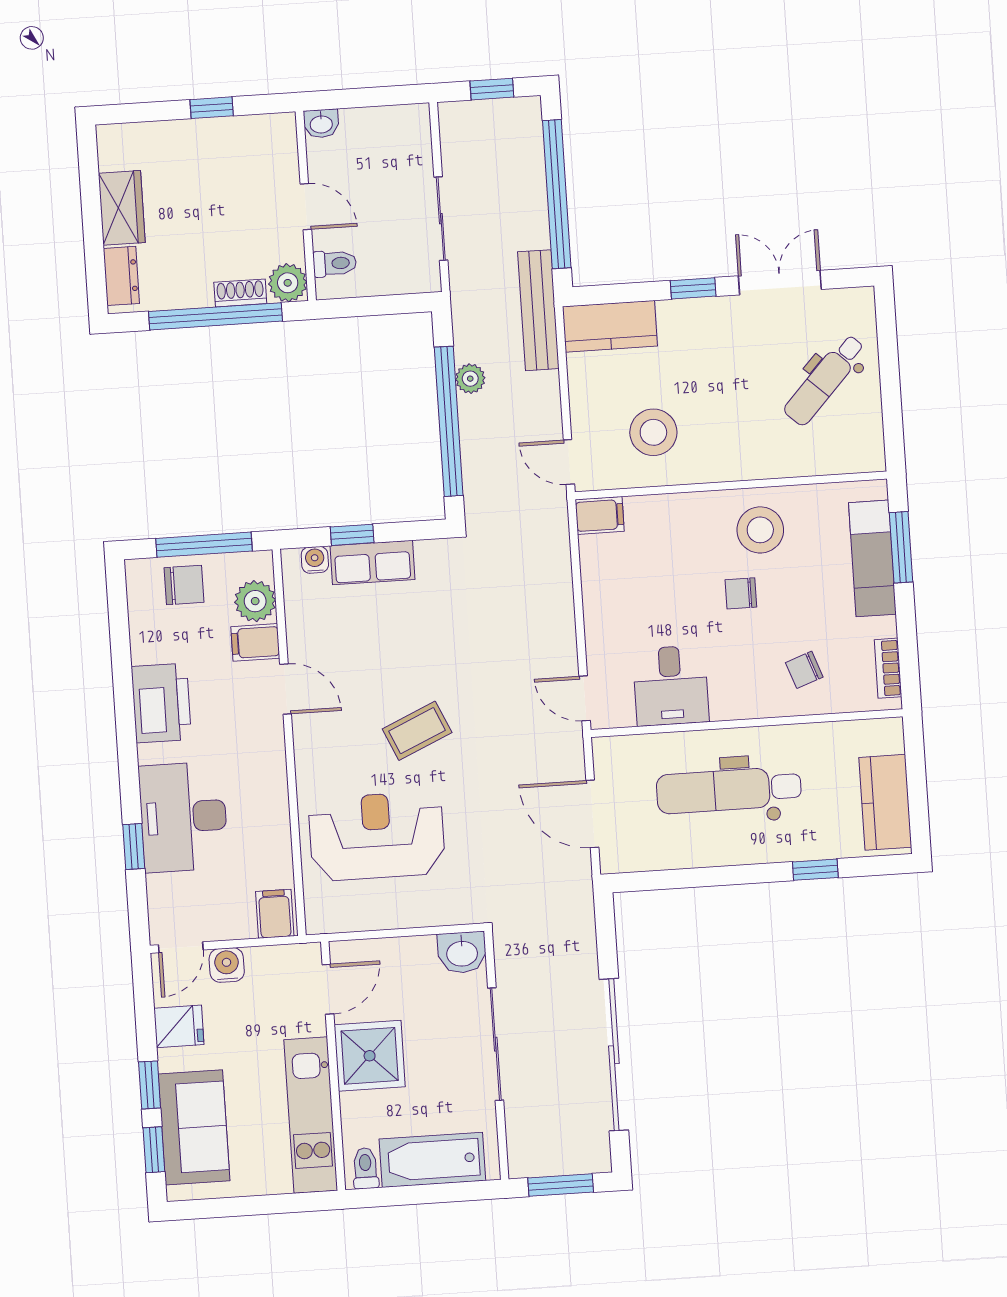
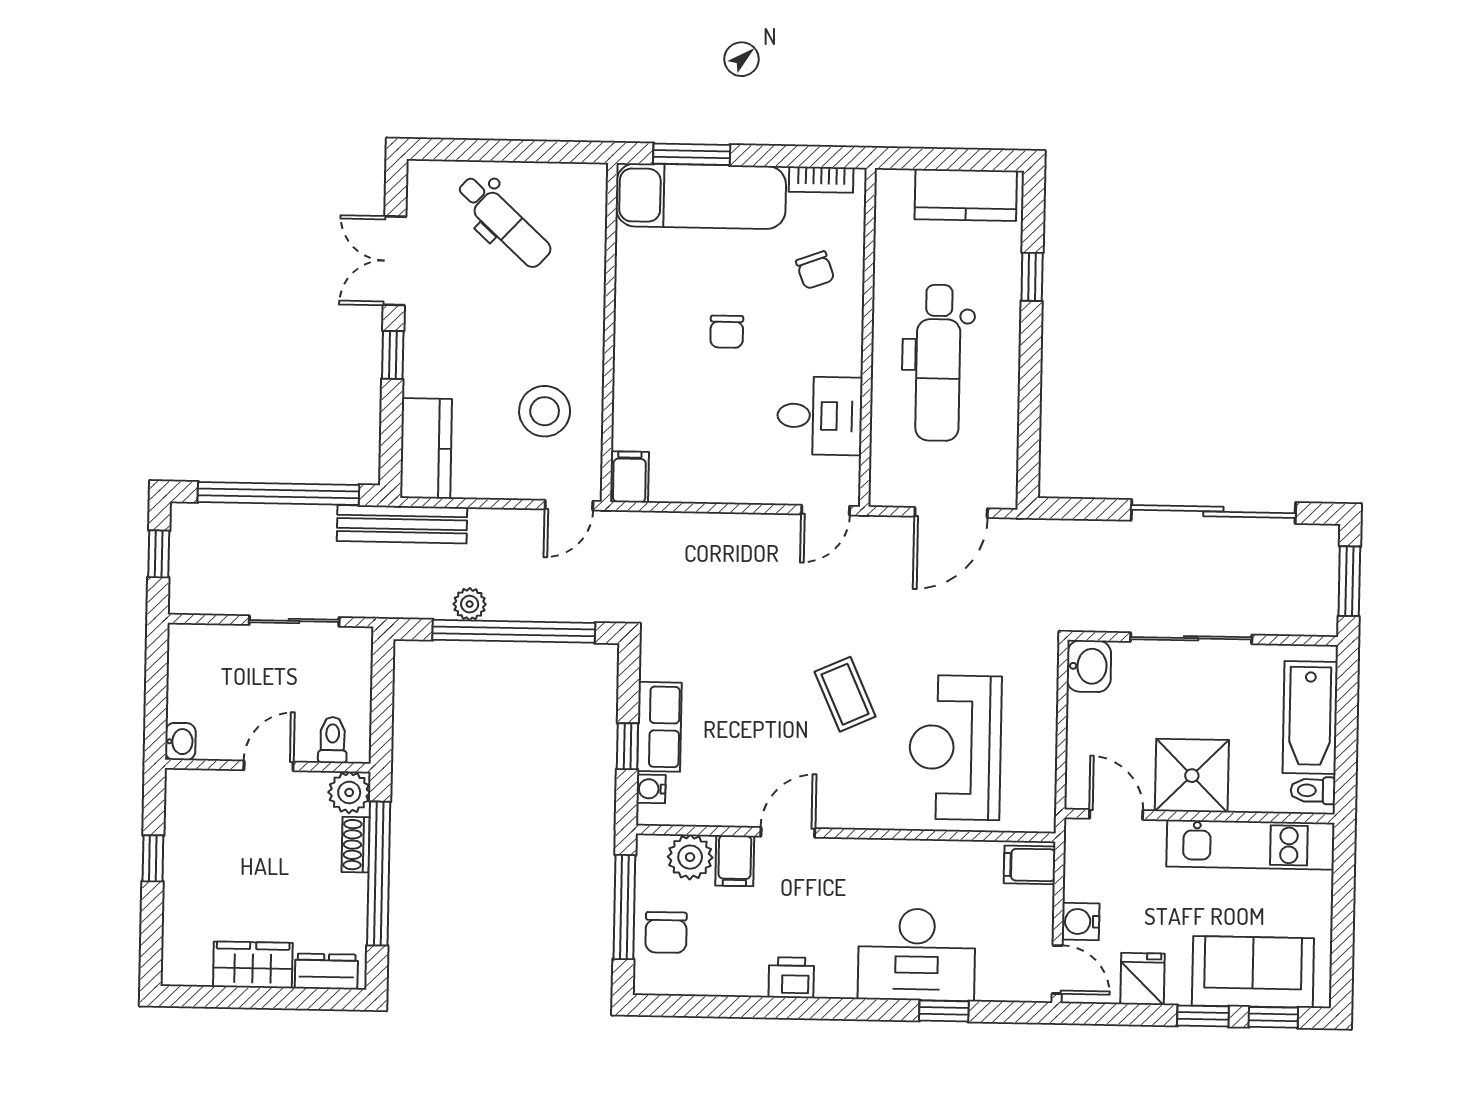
stool: (760, 530) -> (660, 305), removed
exam couch: (872, 558) -> (701, 196), width x1.36, depth x1.45
chair: (184, 585) -> (666, 932), turned 180
printer: (161, 703) -> (791, 978), width x0.53, depth x0.68

